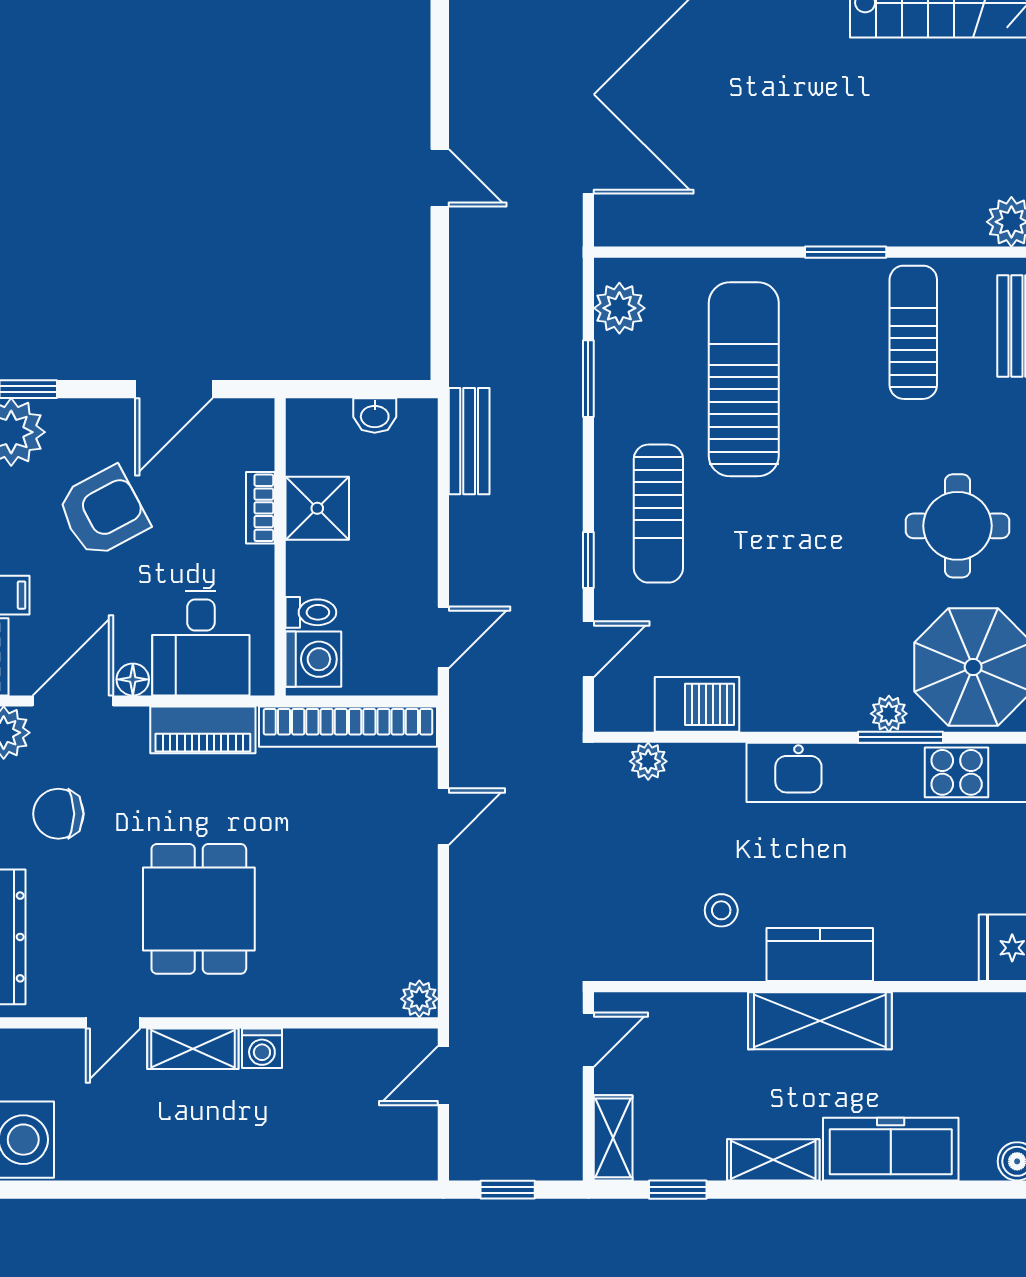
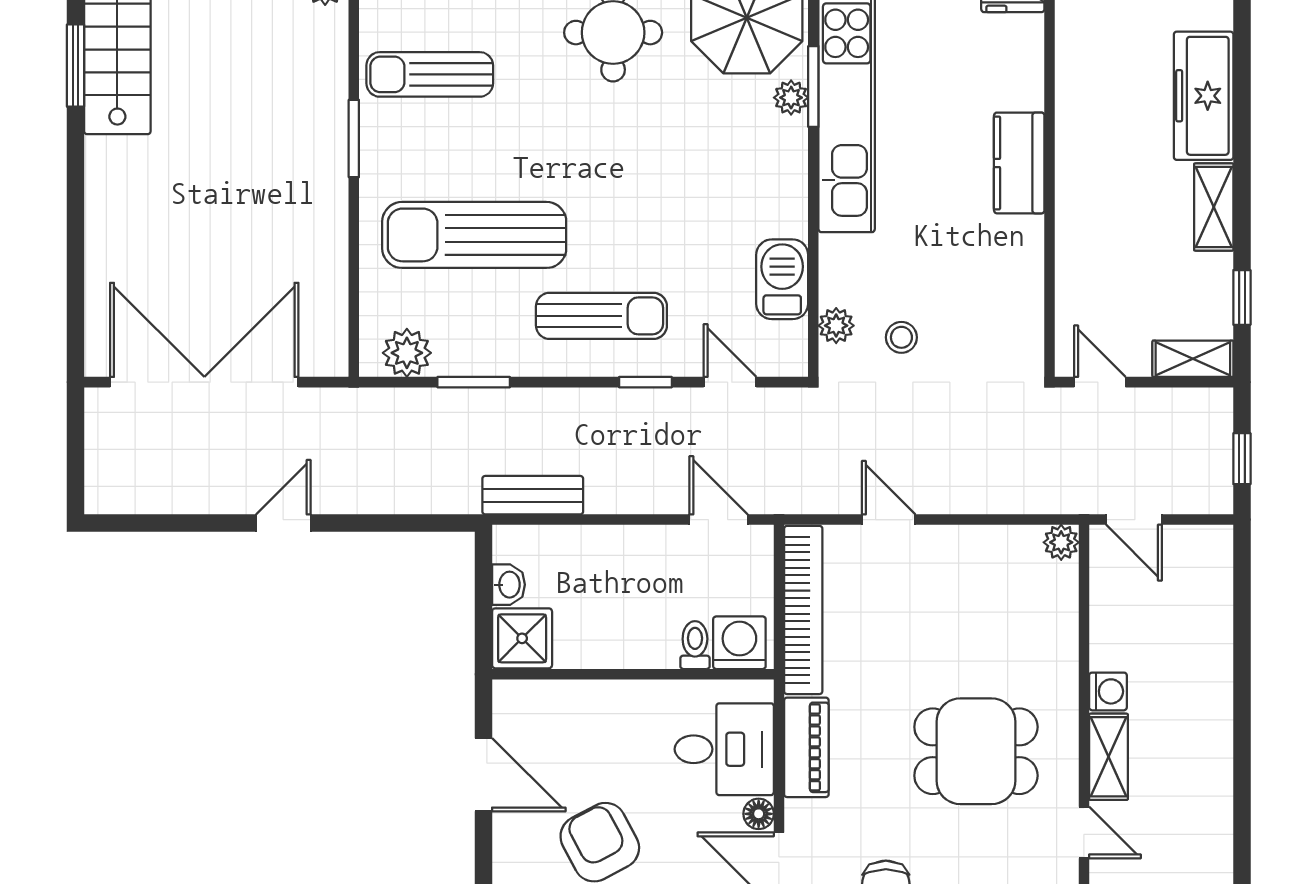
bookcase: (260, 508) -> (596, 693), removed
shower: (317, 508) -> (522, 638), moved
stool: (721, 910) -> (901, 337), moved
shelving: (820, 1021) -> (1082, 163), removed

